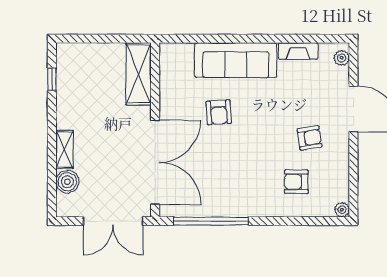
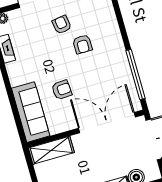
sofa: (236, 60) -> (31, 112), moved
armchair: (296, 182) -> (83, 44), moved

